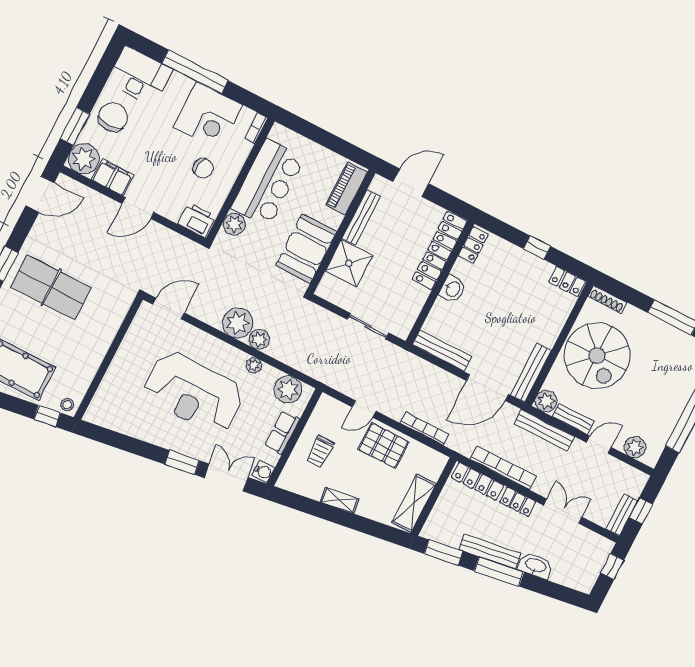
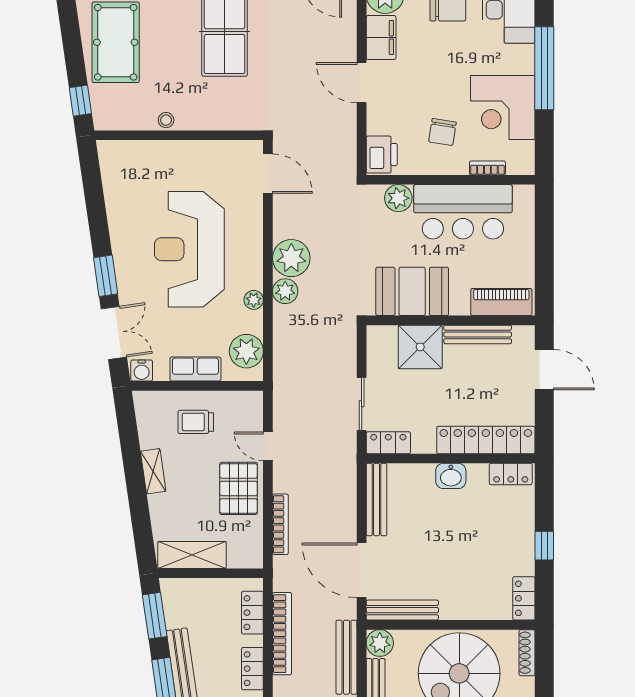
bookcase: (256, 128) -> (487, 168), moved
locker: (406, 321) -> (388, 443), added
stool: (67, 405) -> (166, 120), moved
locker: (477, 481) -> (252, 613), width x0.66

